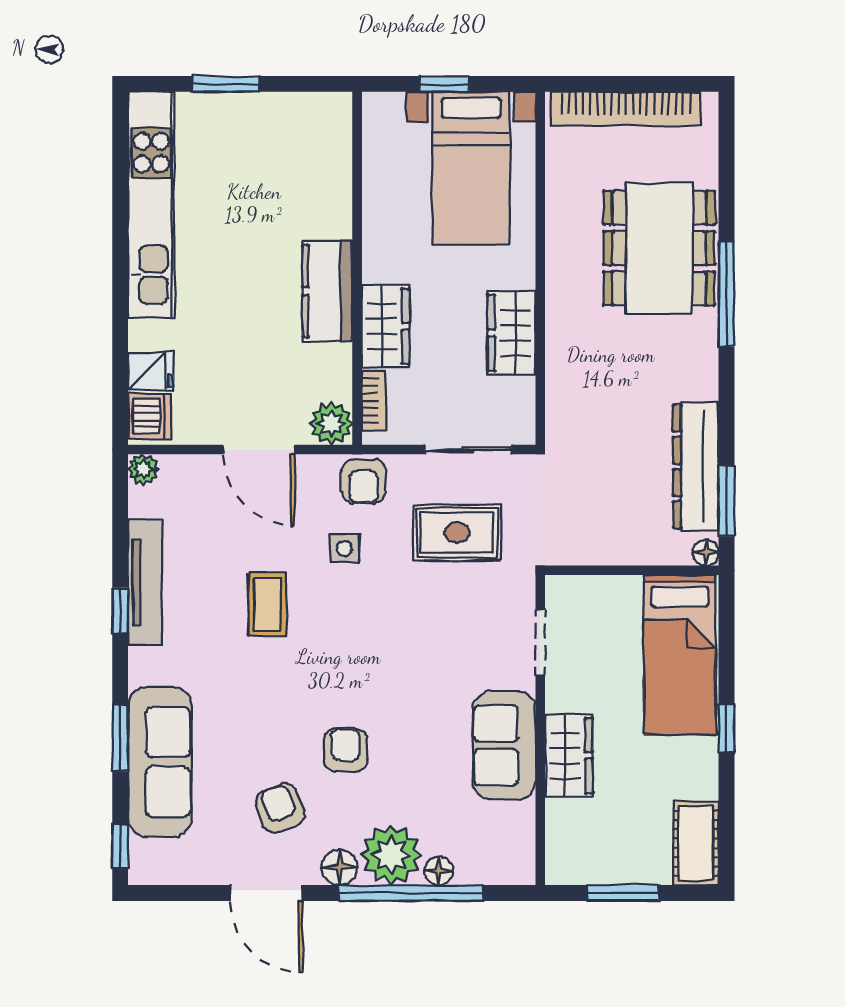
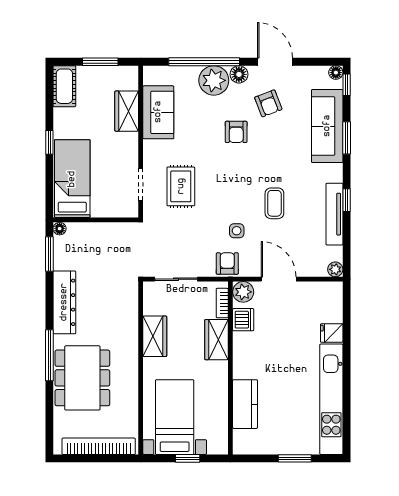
kitchen counter: (327, 291) -> (245, 404), moved
fridge: (151, 371) -> (332, 333), moved
dishwasher: (149, 416) -> (243, 320), moved, turned 180
dresser: (696, 466) -> (64, 302), moved
rug: (457, 533) -> (181, 186), moved, turned 90
sofa: (504, 745) -> (158, 112), moved
wardrobe: (569, 756) -> (127, 111), moved
floor lamp: (439, 871) -> (336, 73), moved

